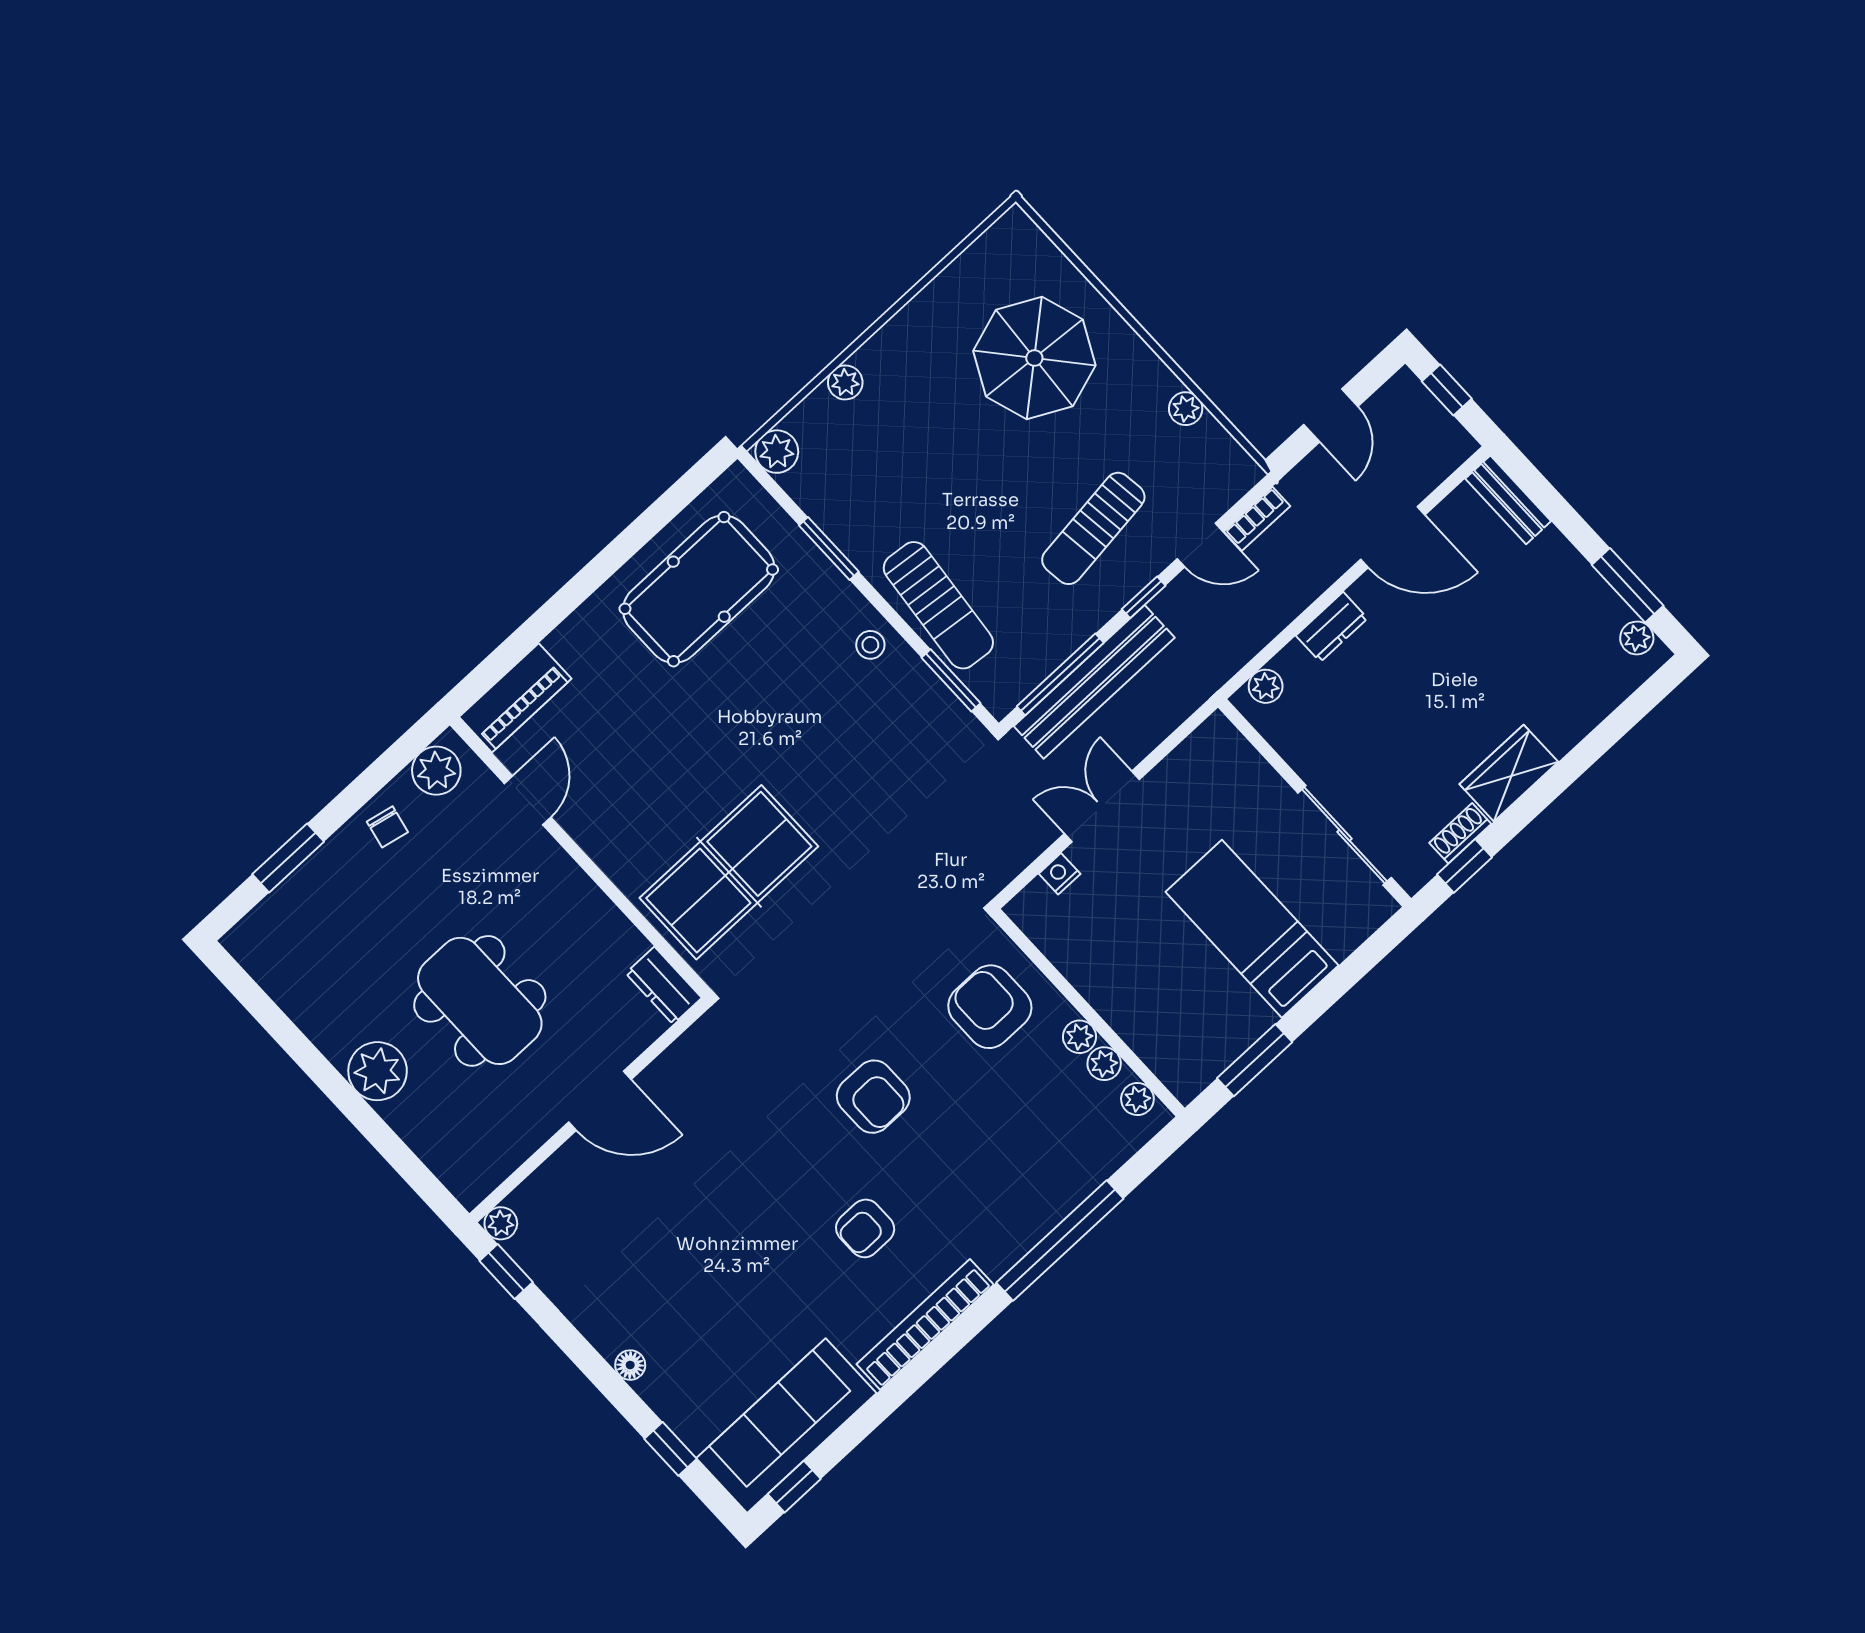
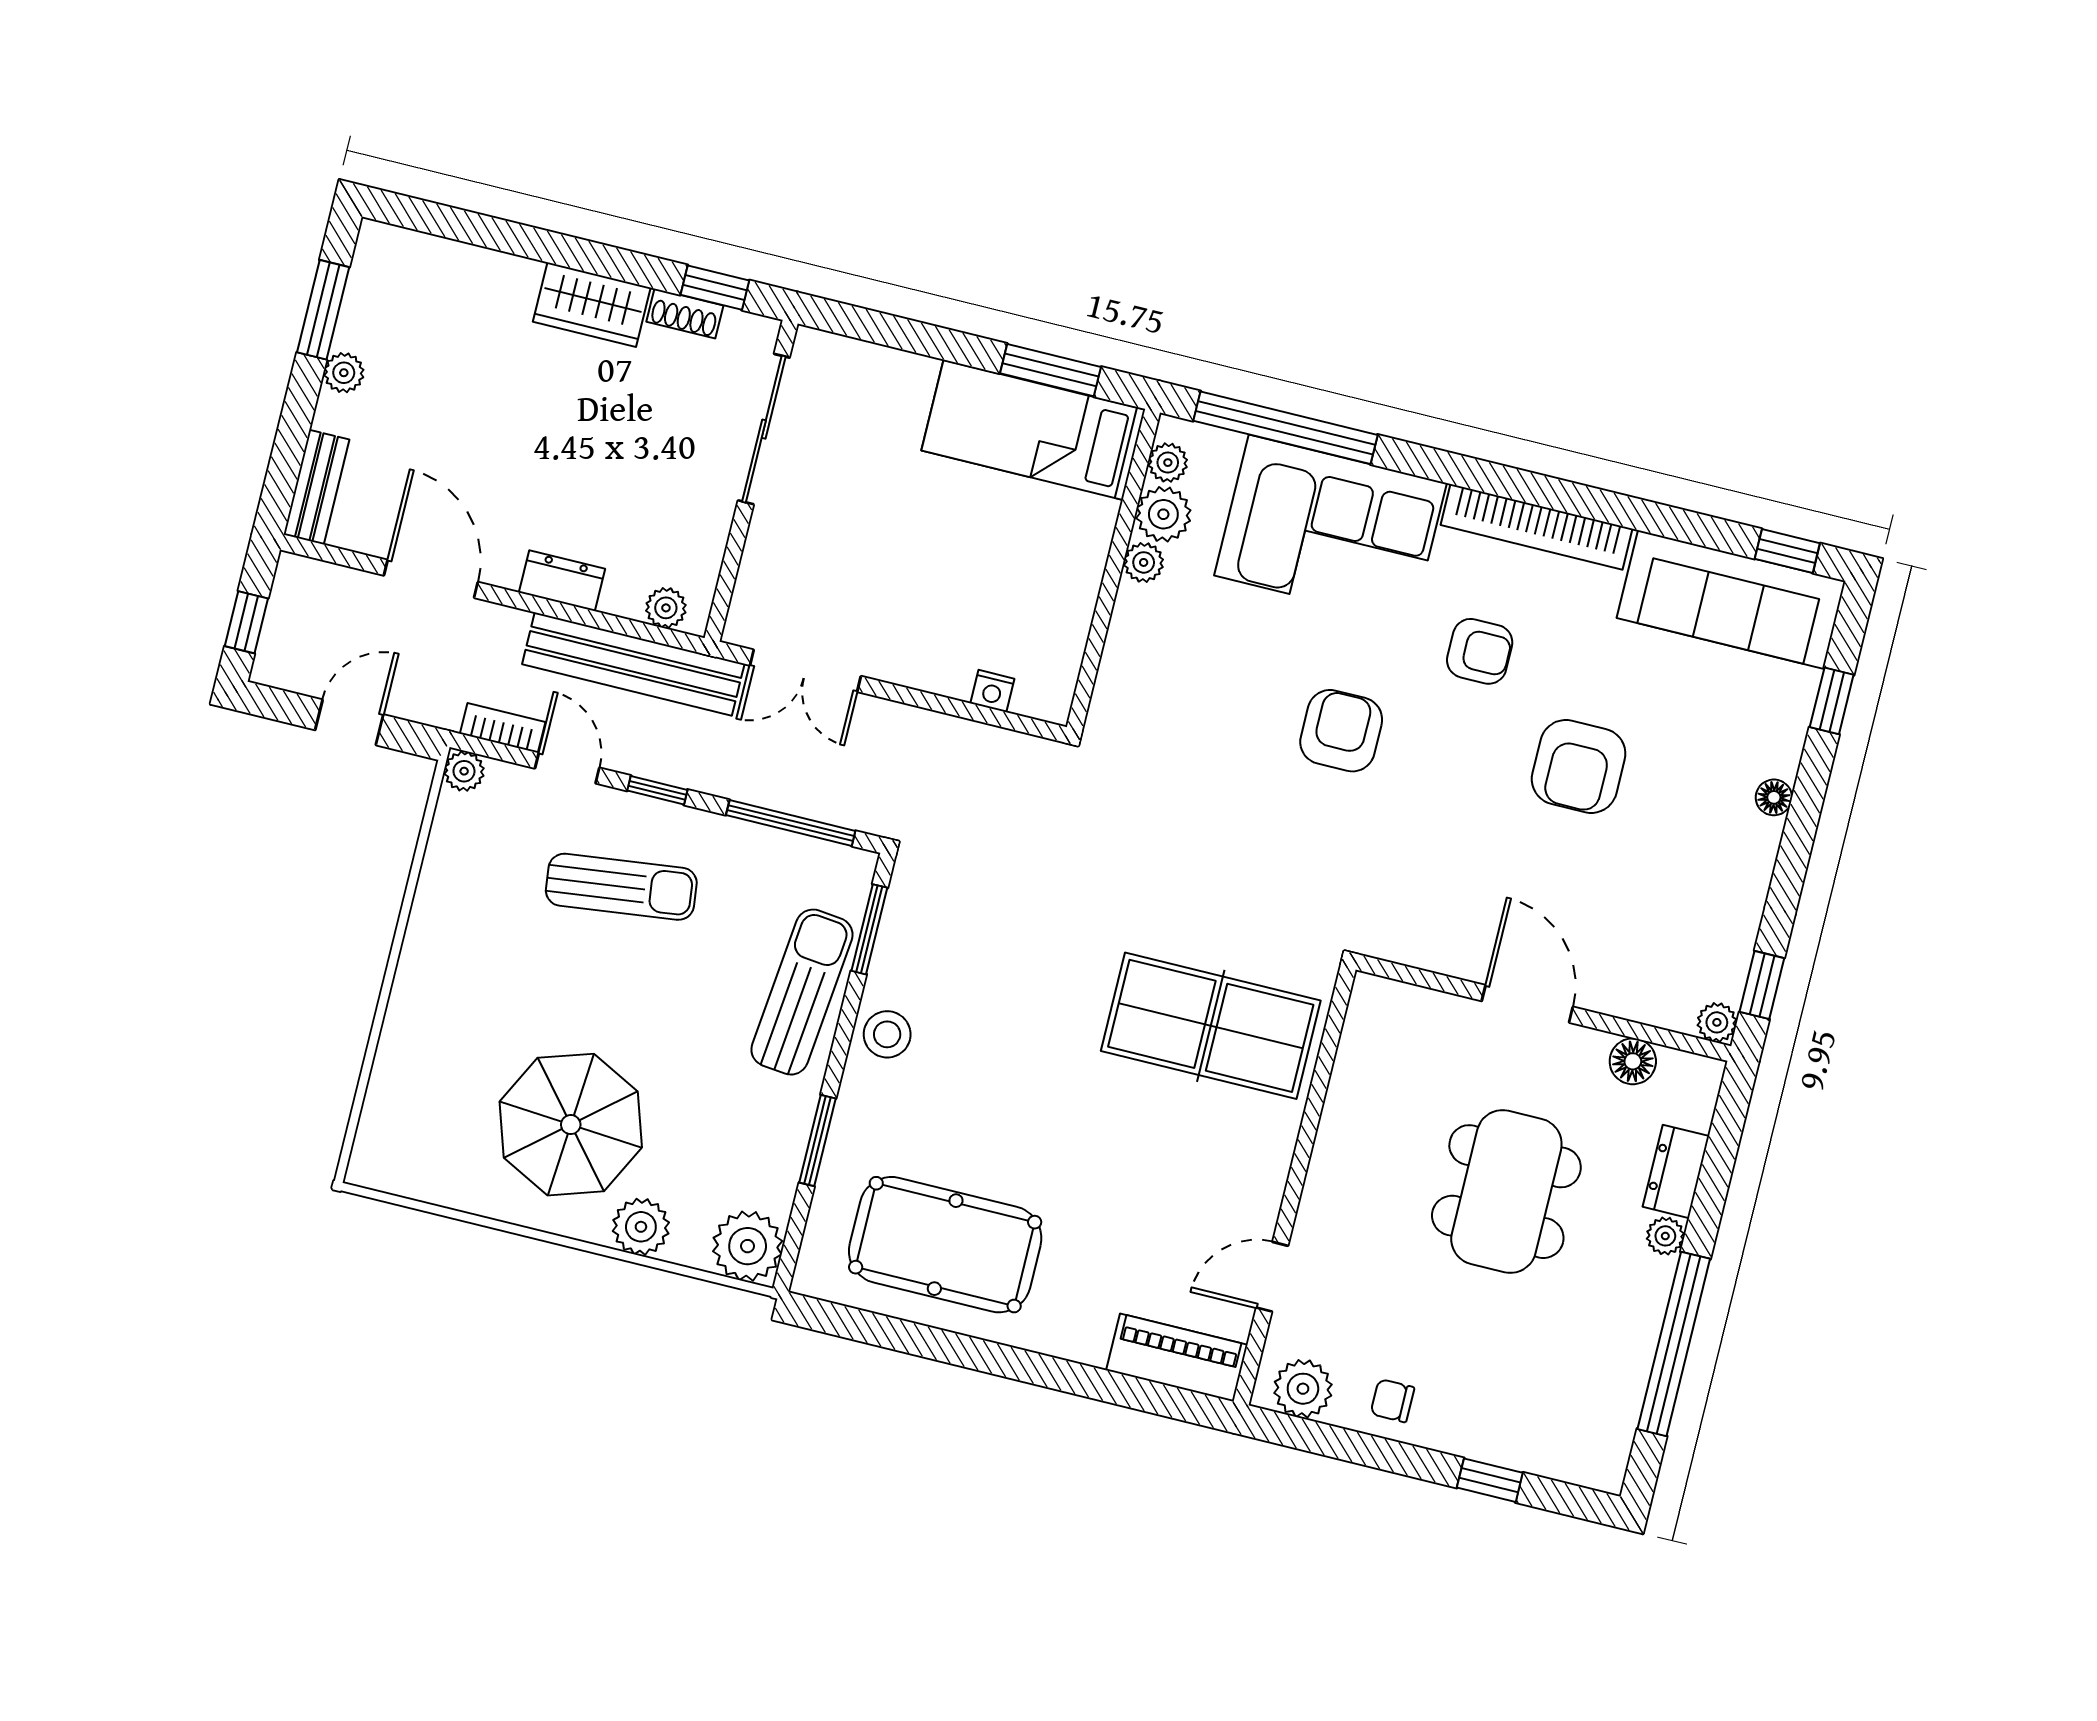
parasol: (1034, 358) -> (571, 1125), moved
plant: (845, 382) -> (641, 1227), width x1.38, depth x1.38
plant: (1186, 409) -> (464, 771), moved
plant: (777, 452) -> (748, 1246), width x1.36, depth x1.36
plant: (1637, 638) -> (344, 373), moved
stool: (870, 645) -> (887, 1034), width x1.37, depth x1.37
bench: (1094, 682) -> (633, 664), moved
double door: (1102, 806) -> (805, 671), moved
chair: (387, 827) -> (1392, 1401), turned -102
window: (288, 858) -> (1490, 1480), width x0.67
bed: (1252, 929) -> (1033, 430), moved, turned 90
dresser: (664, 985) -> (1676, 1171), moved, turned 180
armchair: (990, 1007) -> (1579, 766), moved
window: (298, 1047) -> (1674, 1344), added
plant: (1104, 1064) -> (1163, 514), width x1.38, depth x1.38
plant: (378, 1071) -> (1665, 1236), width x0.53, depth x0.53
floor lamp: (512, 1147) -> (1633, 1061), added
corner sofa: (1017, 1181) -> (1330, 529), added
window: (1060, 1241) -> (1286, 428), moved

